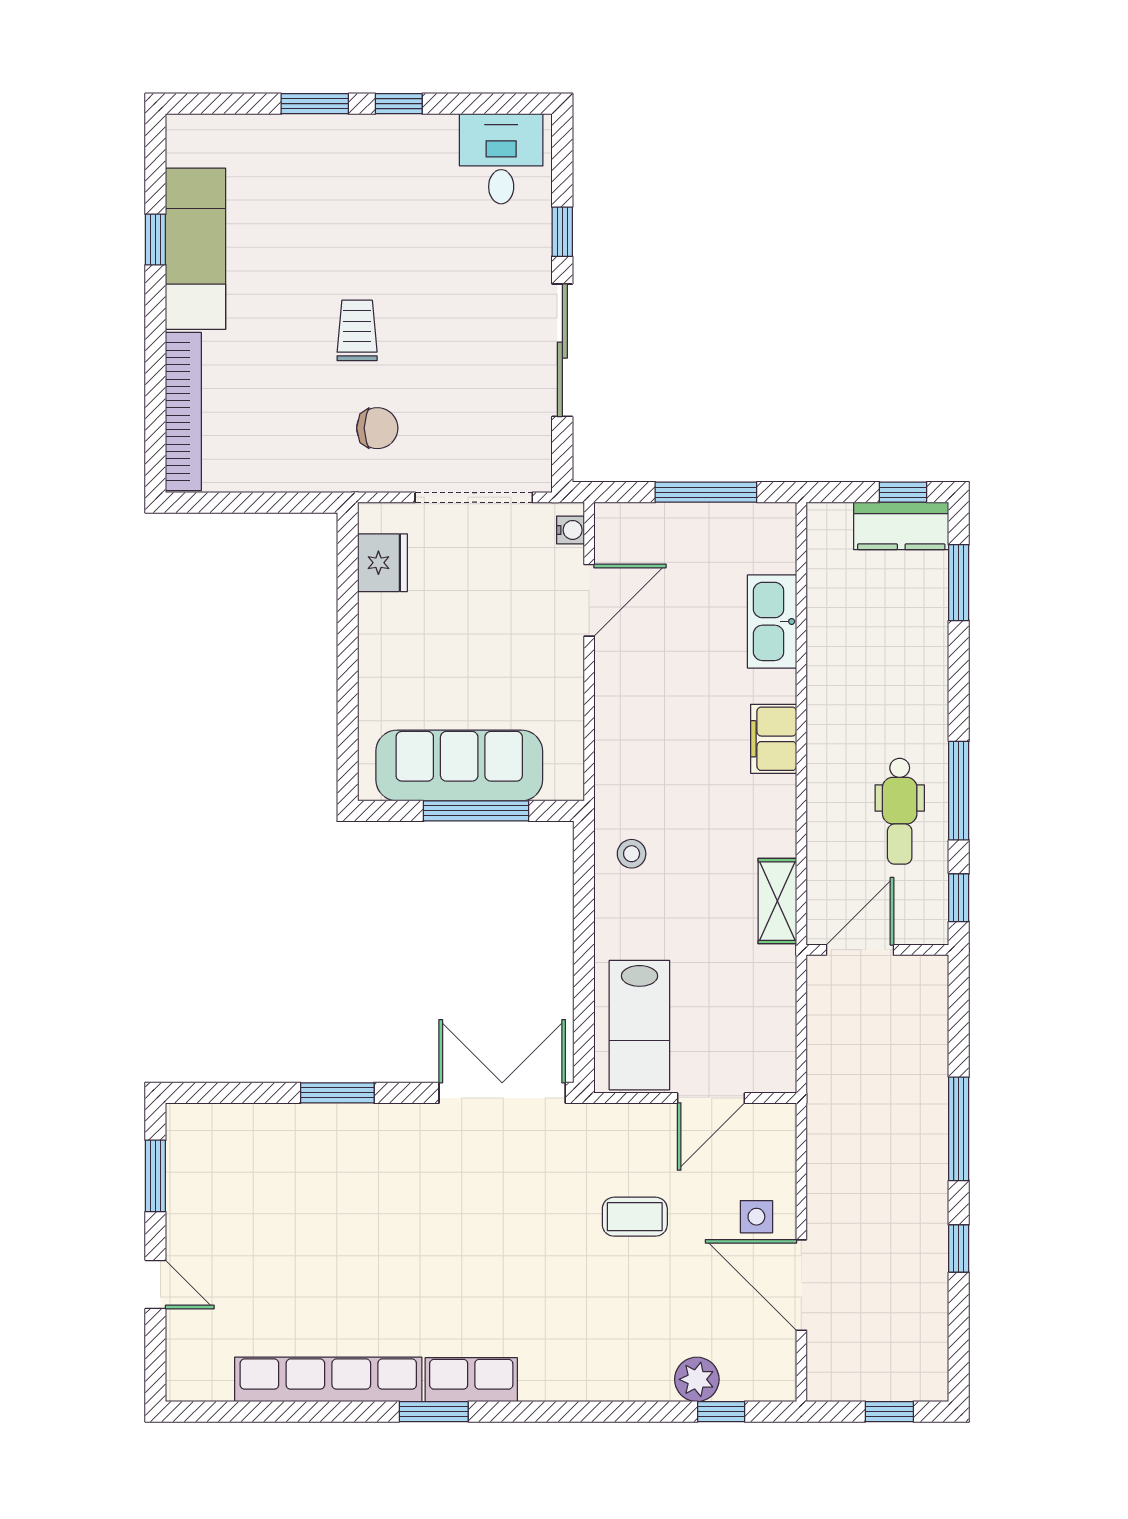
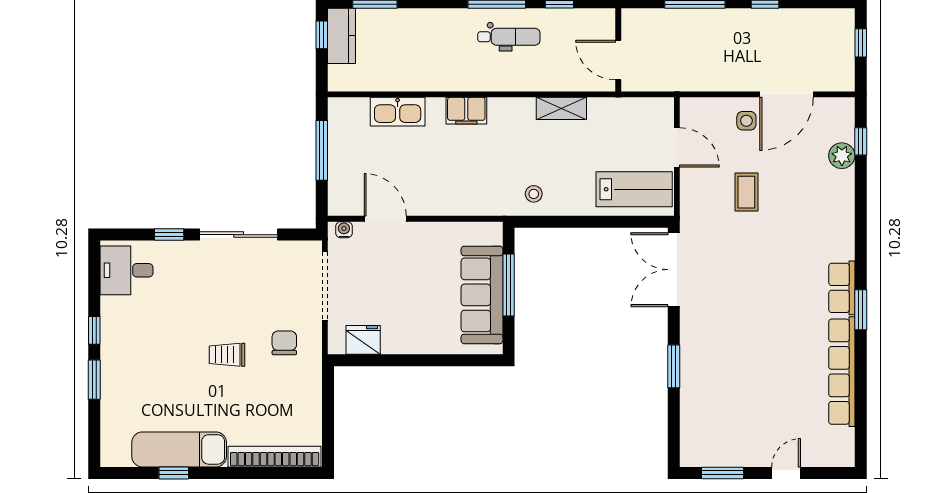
door: (860, 950) -> (618, 60), moved
wall: (877, 950) -> (618, 50), moved

